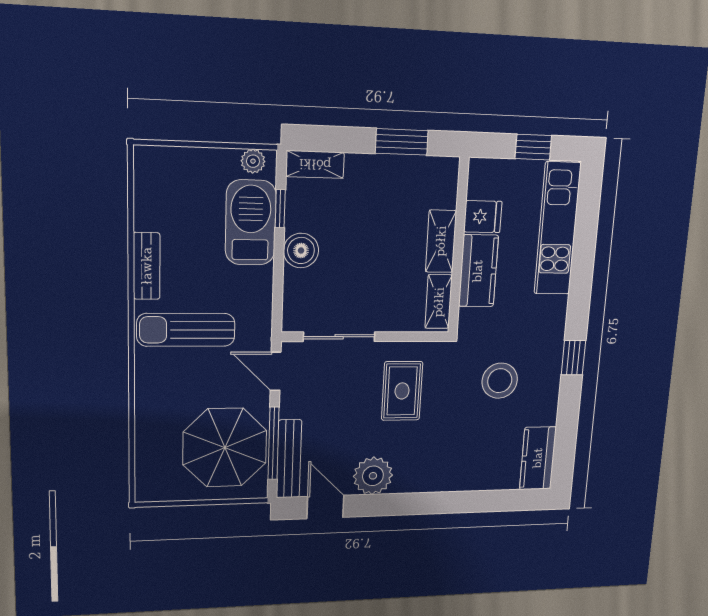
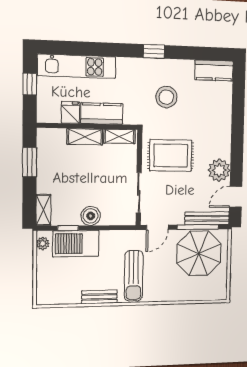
rug: (402, 391) -> (171, 155), width x1.36, depth x1.43

